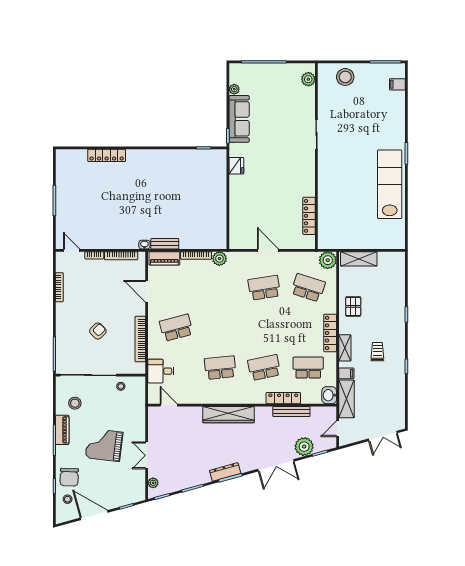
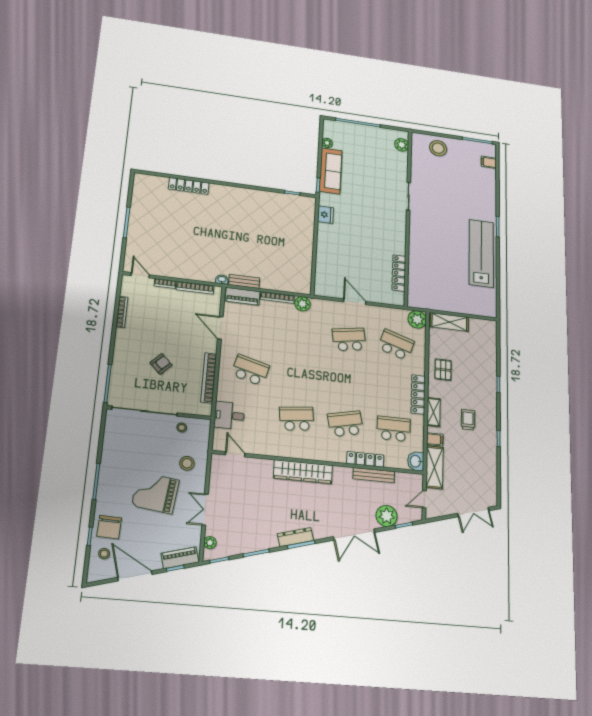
school desk: (176, 328) -> (250, 370), turned 30
stool: (75, 403) -> (187, 463), moved
piano: (62, 430) -> (180, 558), moved, turned -105

